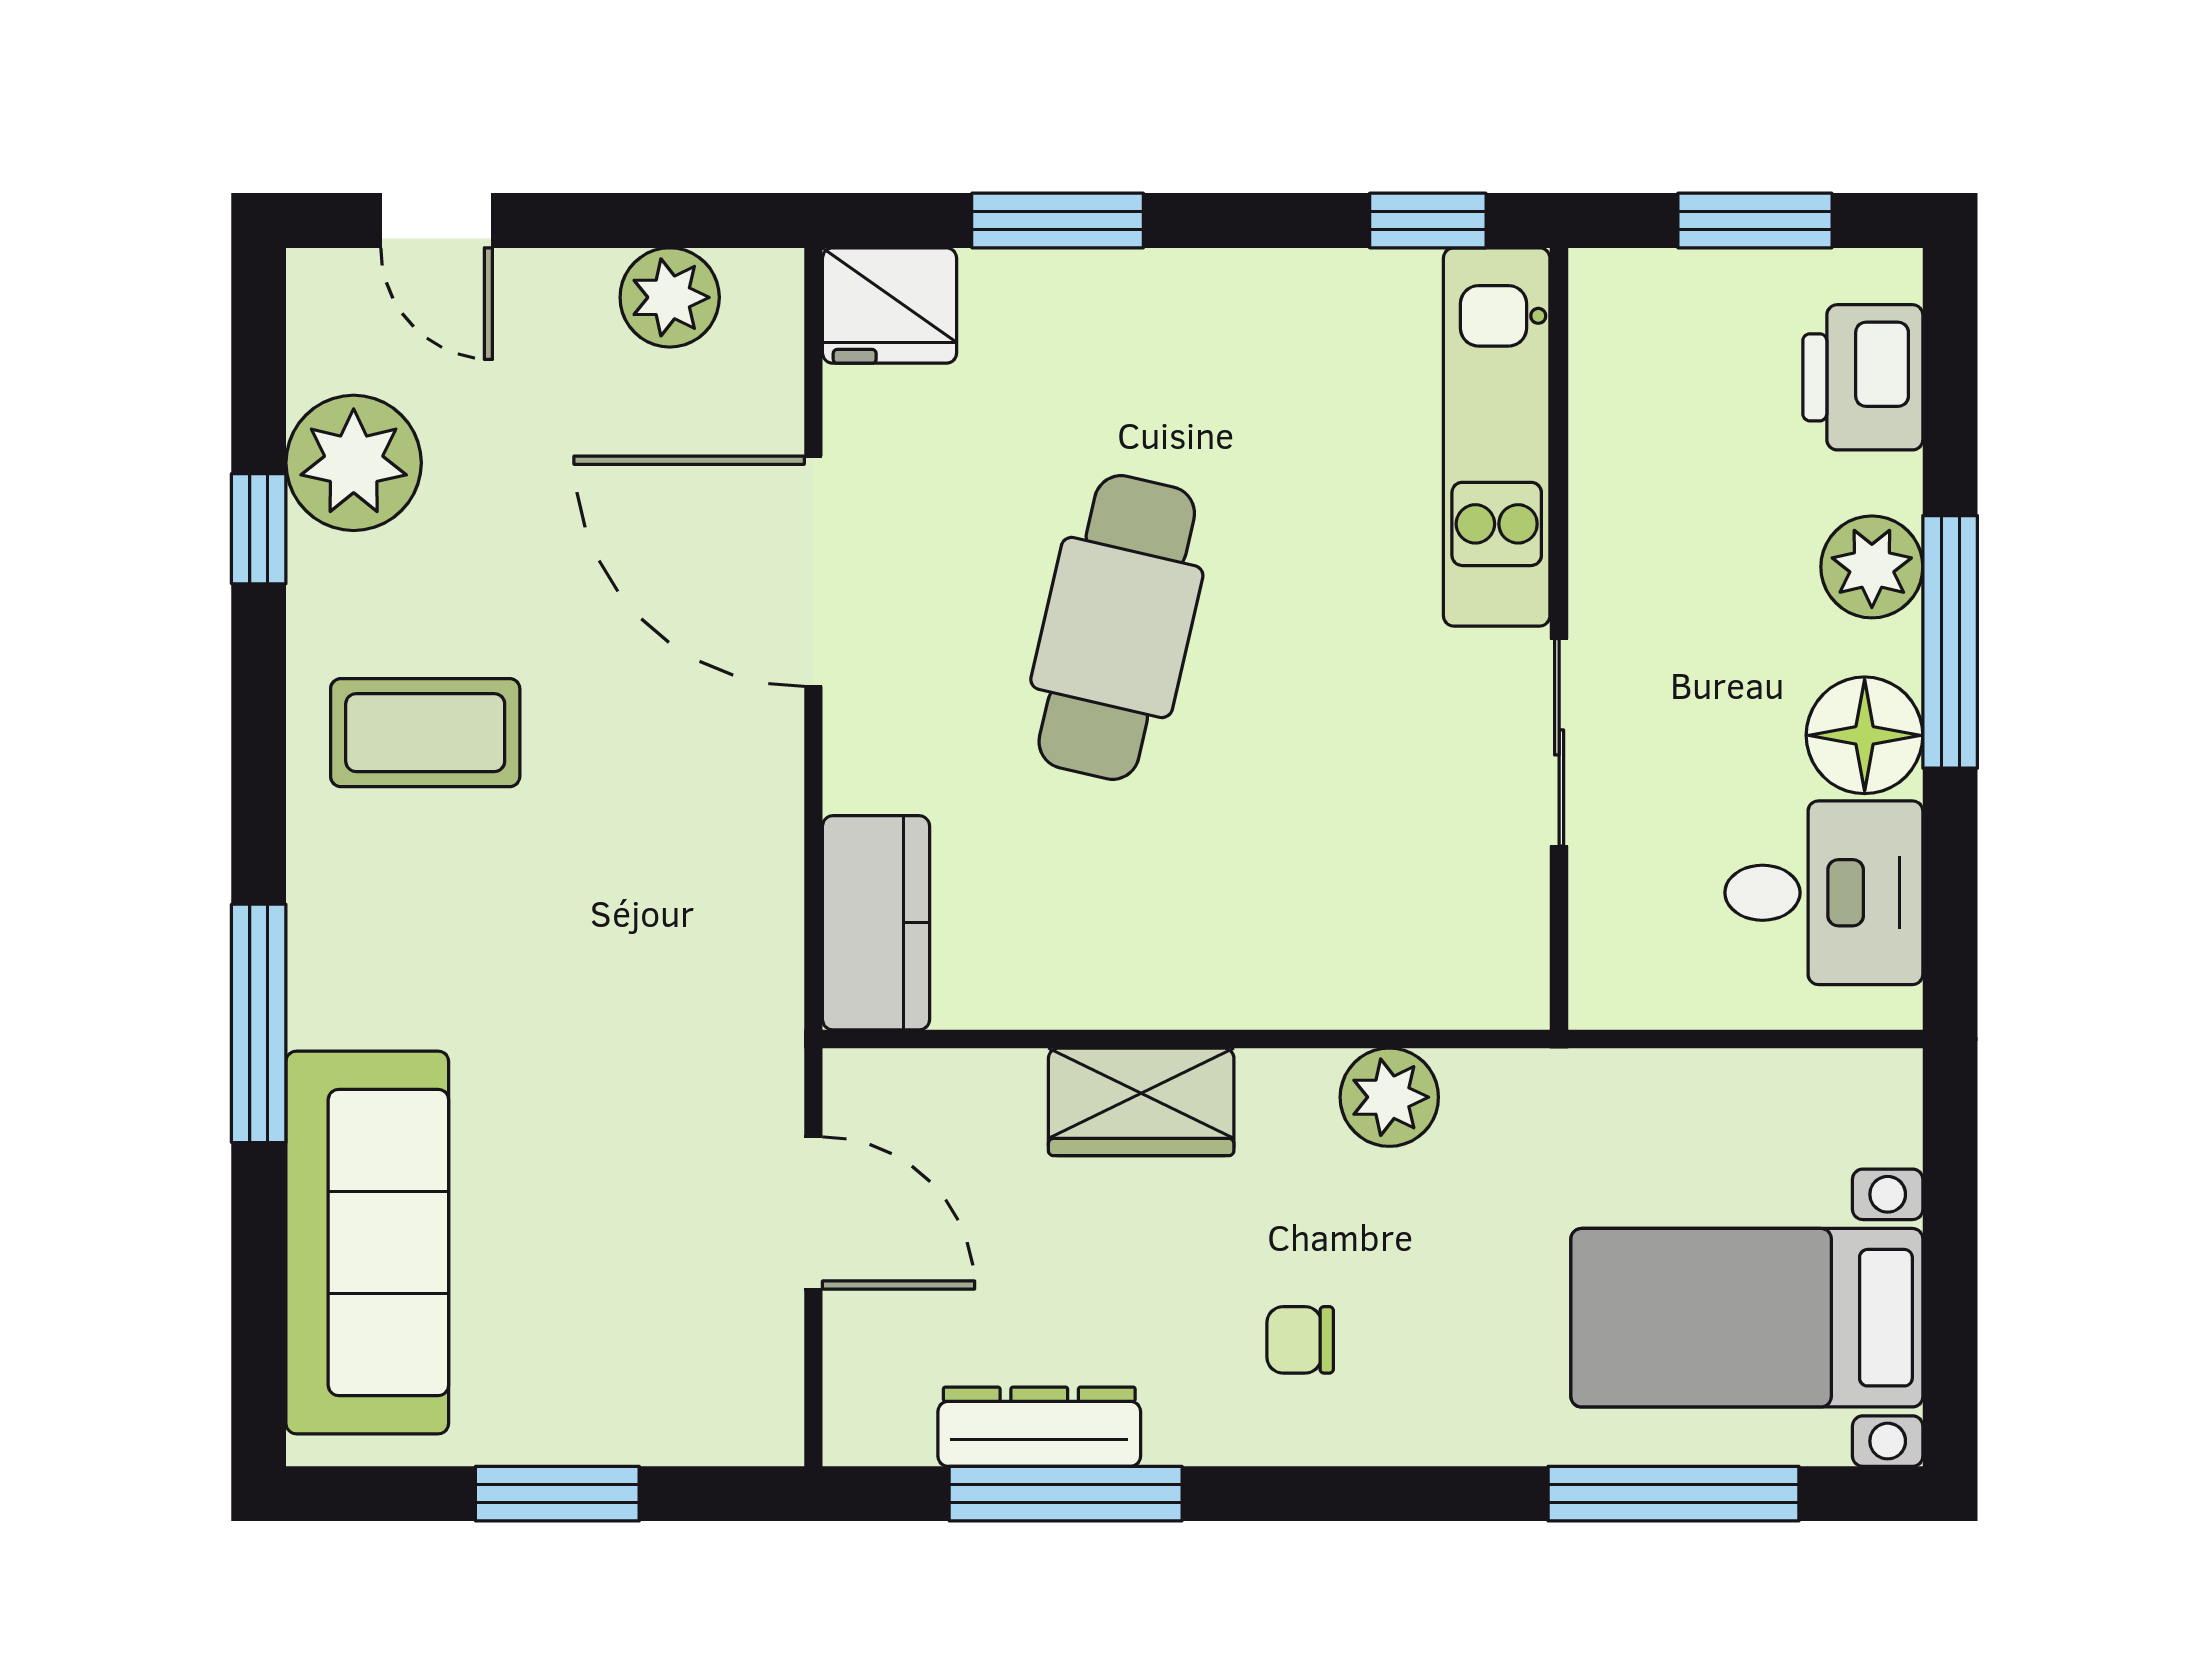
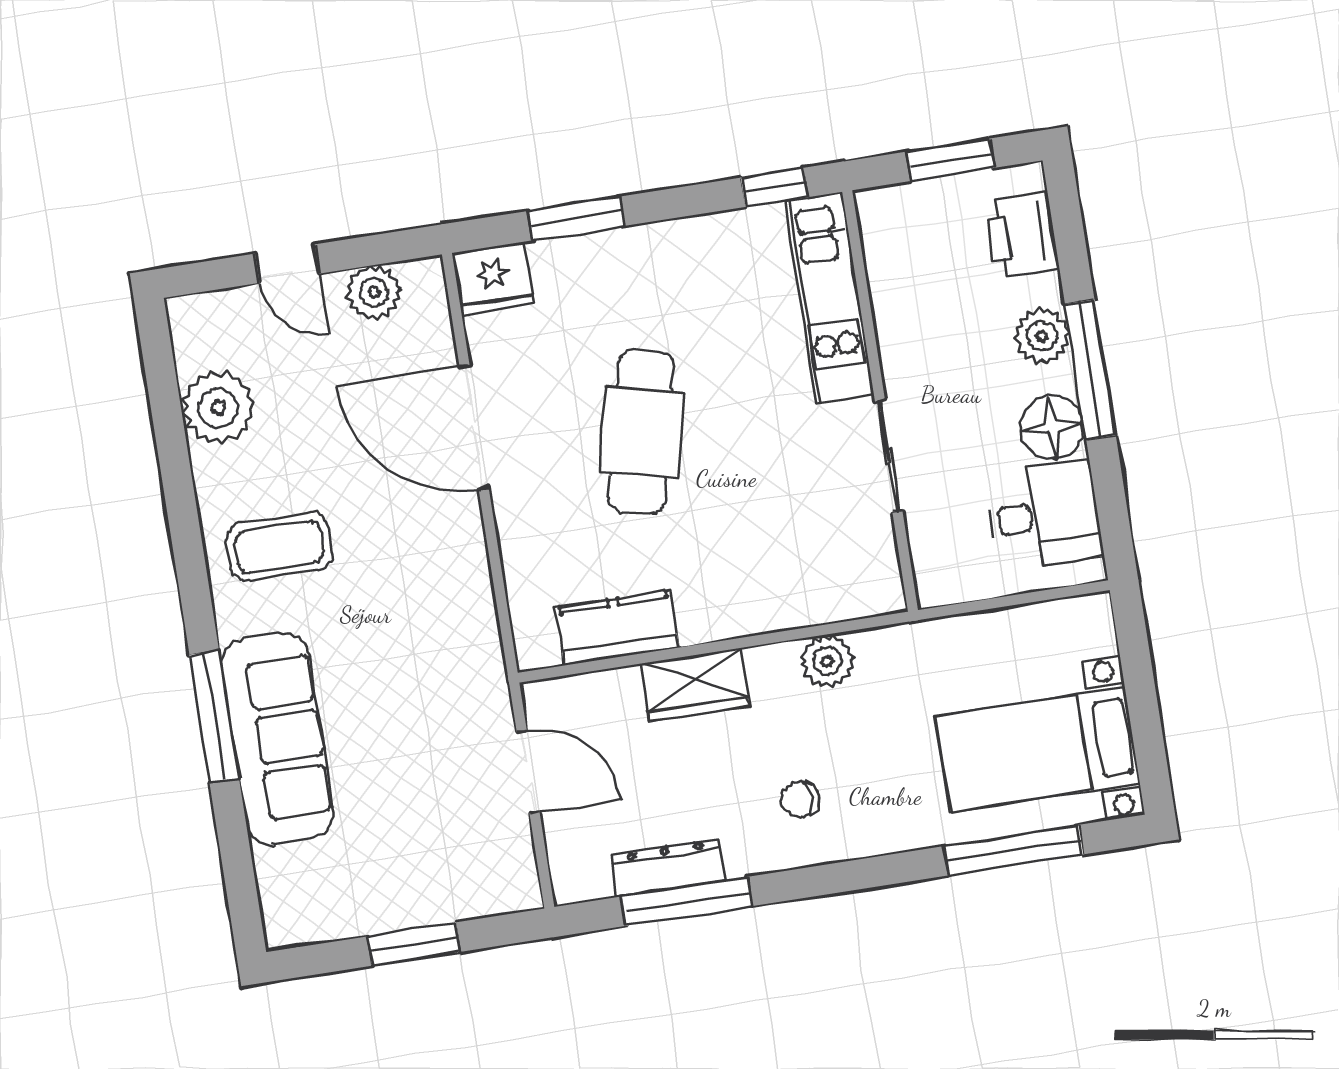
door: (437, 221) -> (287, 264), moved
window: (259, 529) -> (173, 451), removed
kitchen counter: (876, 923) -> (617, 628), moved, turned -90
sofa: (367, 1242) -> (277, 739), moved

